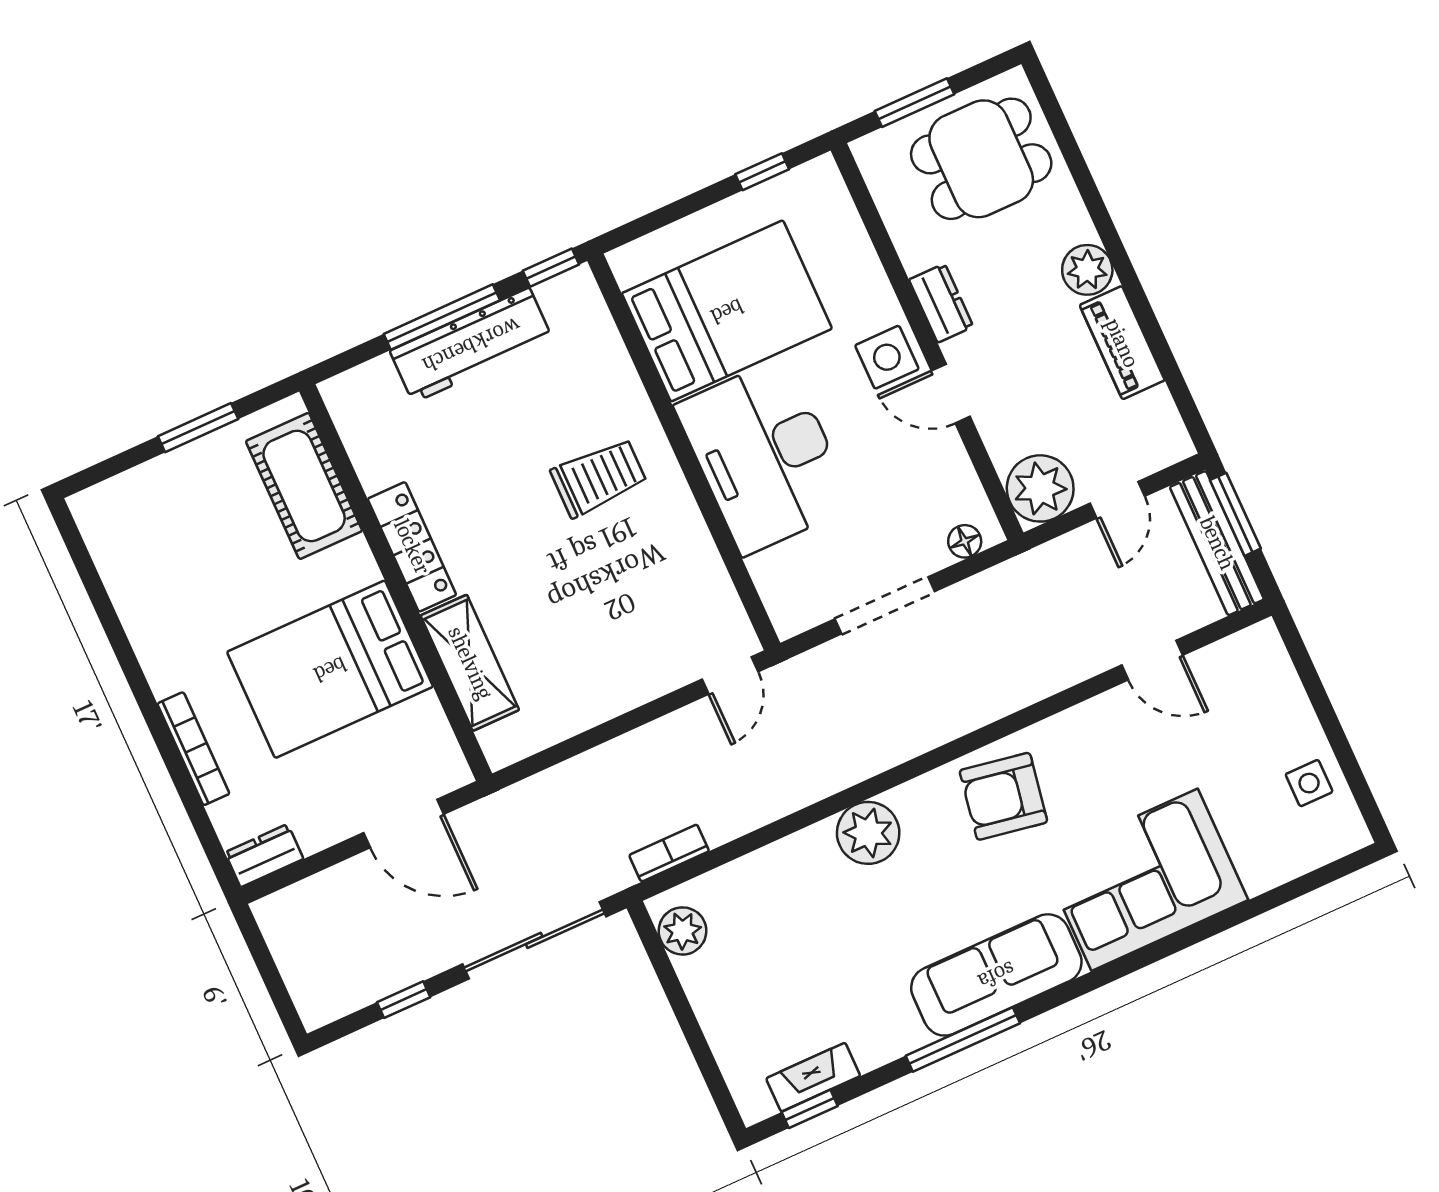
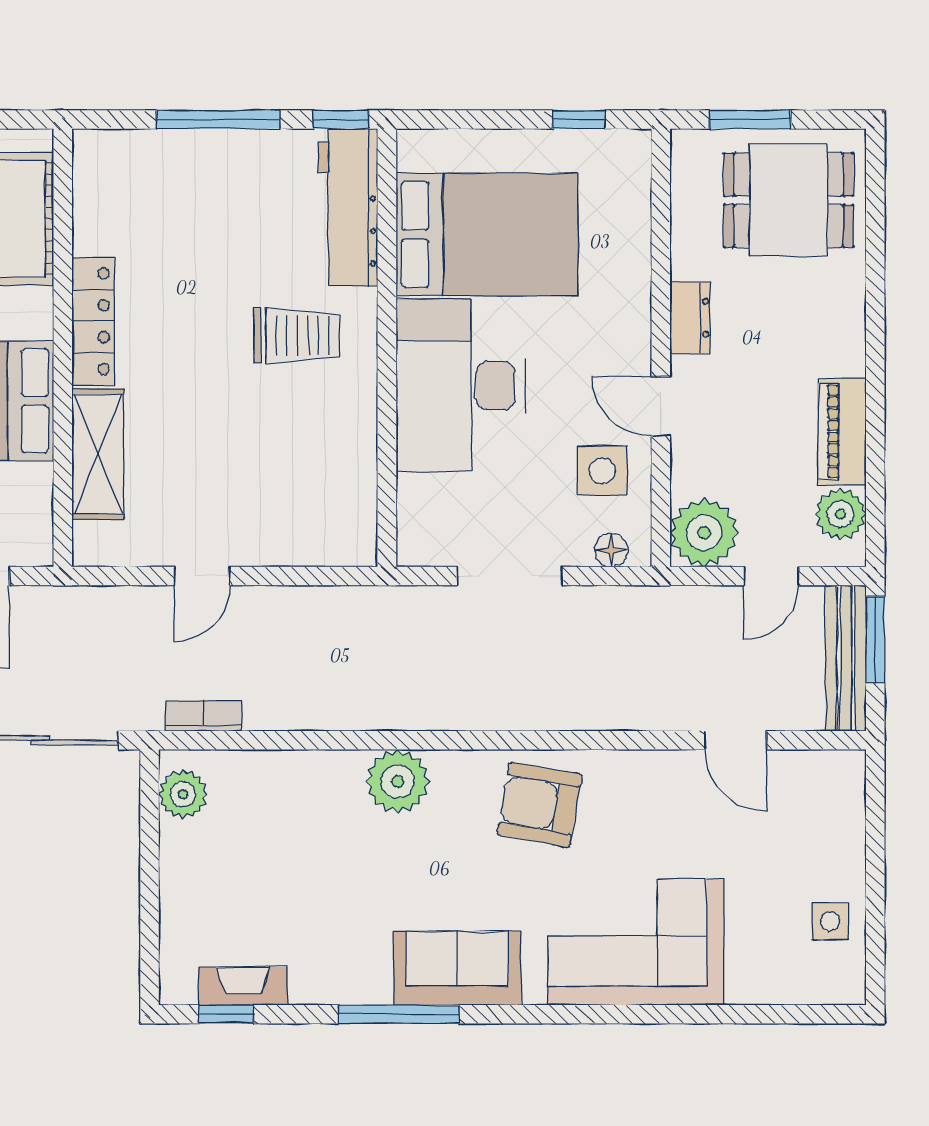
plant: (1087, 270) -> (841, 514), moved
workbench: (471, 345) -> (348, 207), moved, turned 90
side table: (887, 357) -> (602, 471), moved
door: (730, 675) -> (202, 576), moved
sofa: (996, 975) -> (457, 968), width x0.73

